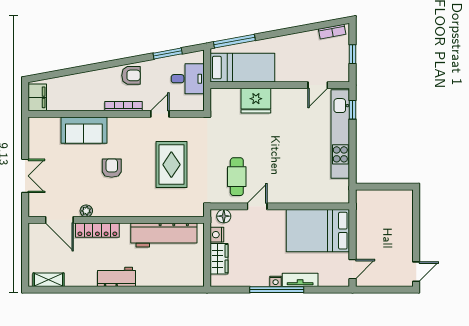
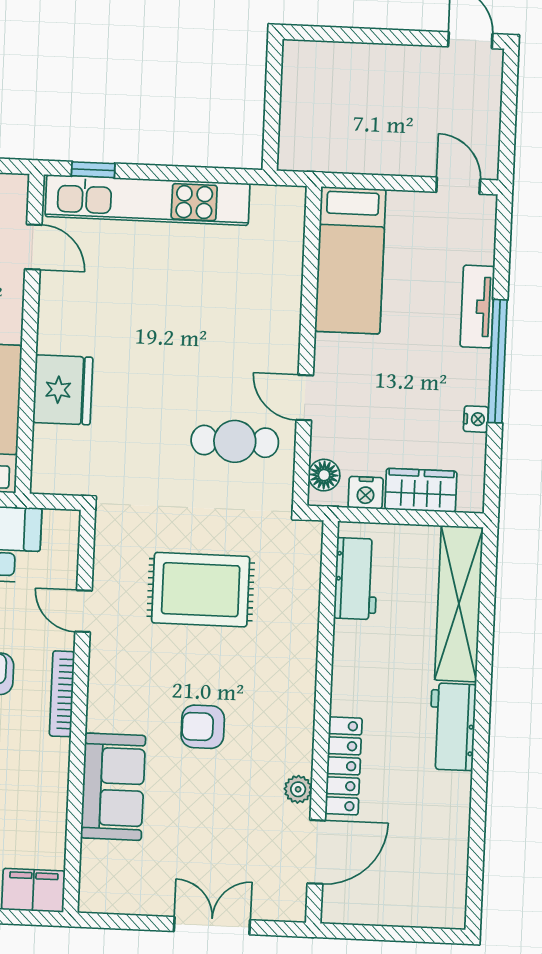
bed: (318, 231) -> (350, 260), width x0.67
workbench: (164, 235) -> (356, 579), width x0.53, depth x0.76
shelving: (48, 280) -> (459, 604), moved, width x2.20, depth x1.33
nightstand: (276, 281) -> (476, 419), moved

